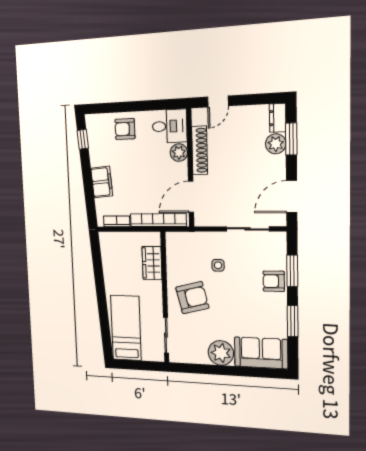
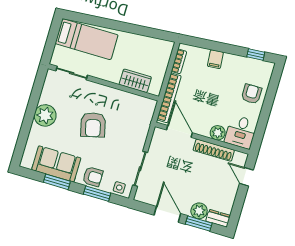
filing cabinet: (102, 182) -> (215, 59), width x0.50
door: (292, 197) -> (167, 214), moved
side table: (218, 265) -> (119, 188), moved
armchair: (274, 281) -> (93, 177), turned 90
armchair: (192, 298) -> (93, 125), moved
sofa: (261, 353) -> (56, 164), moved, turned -90

